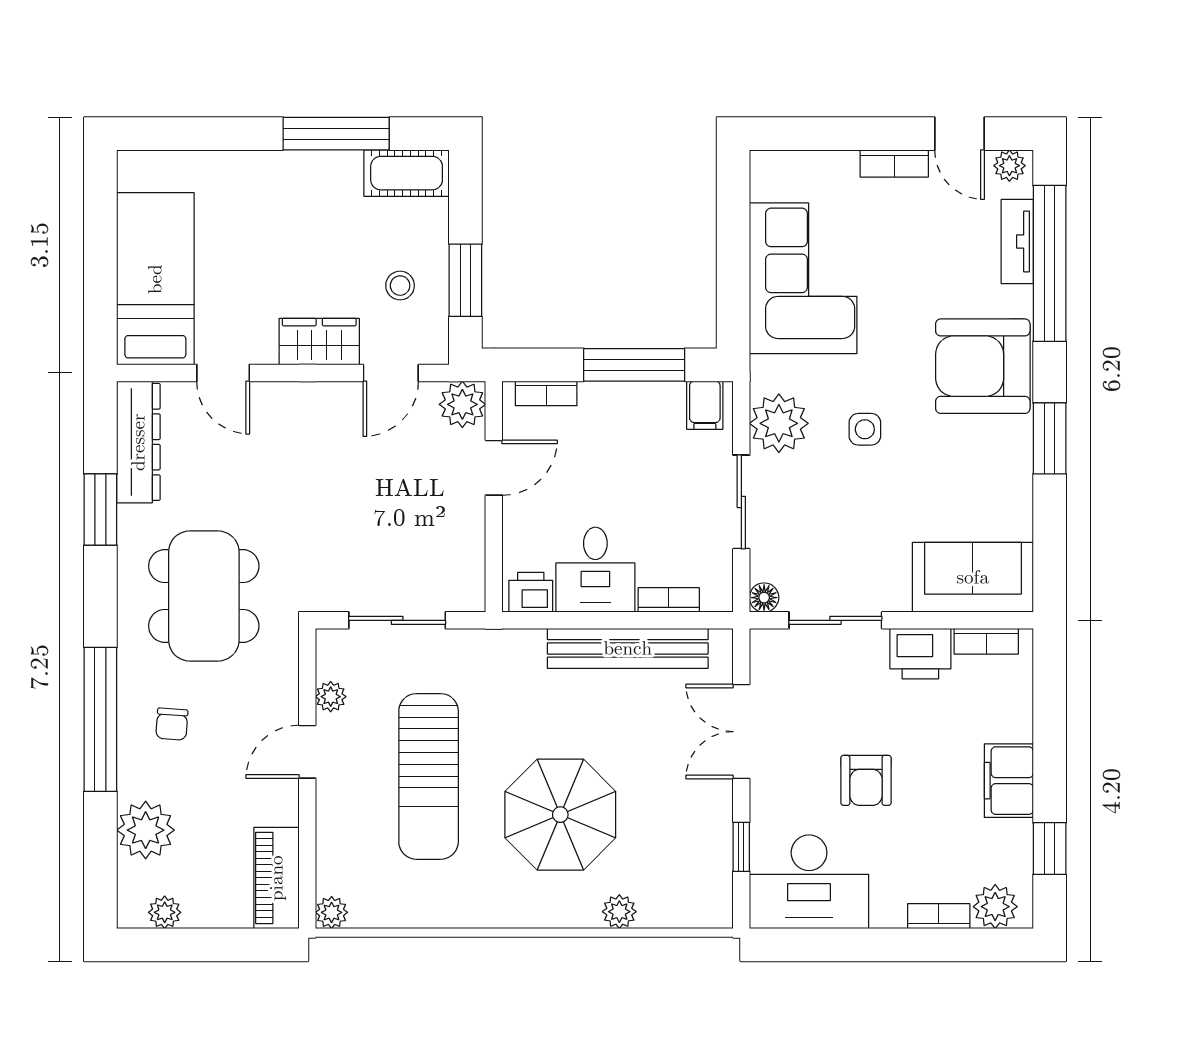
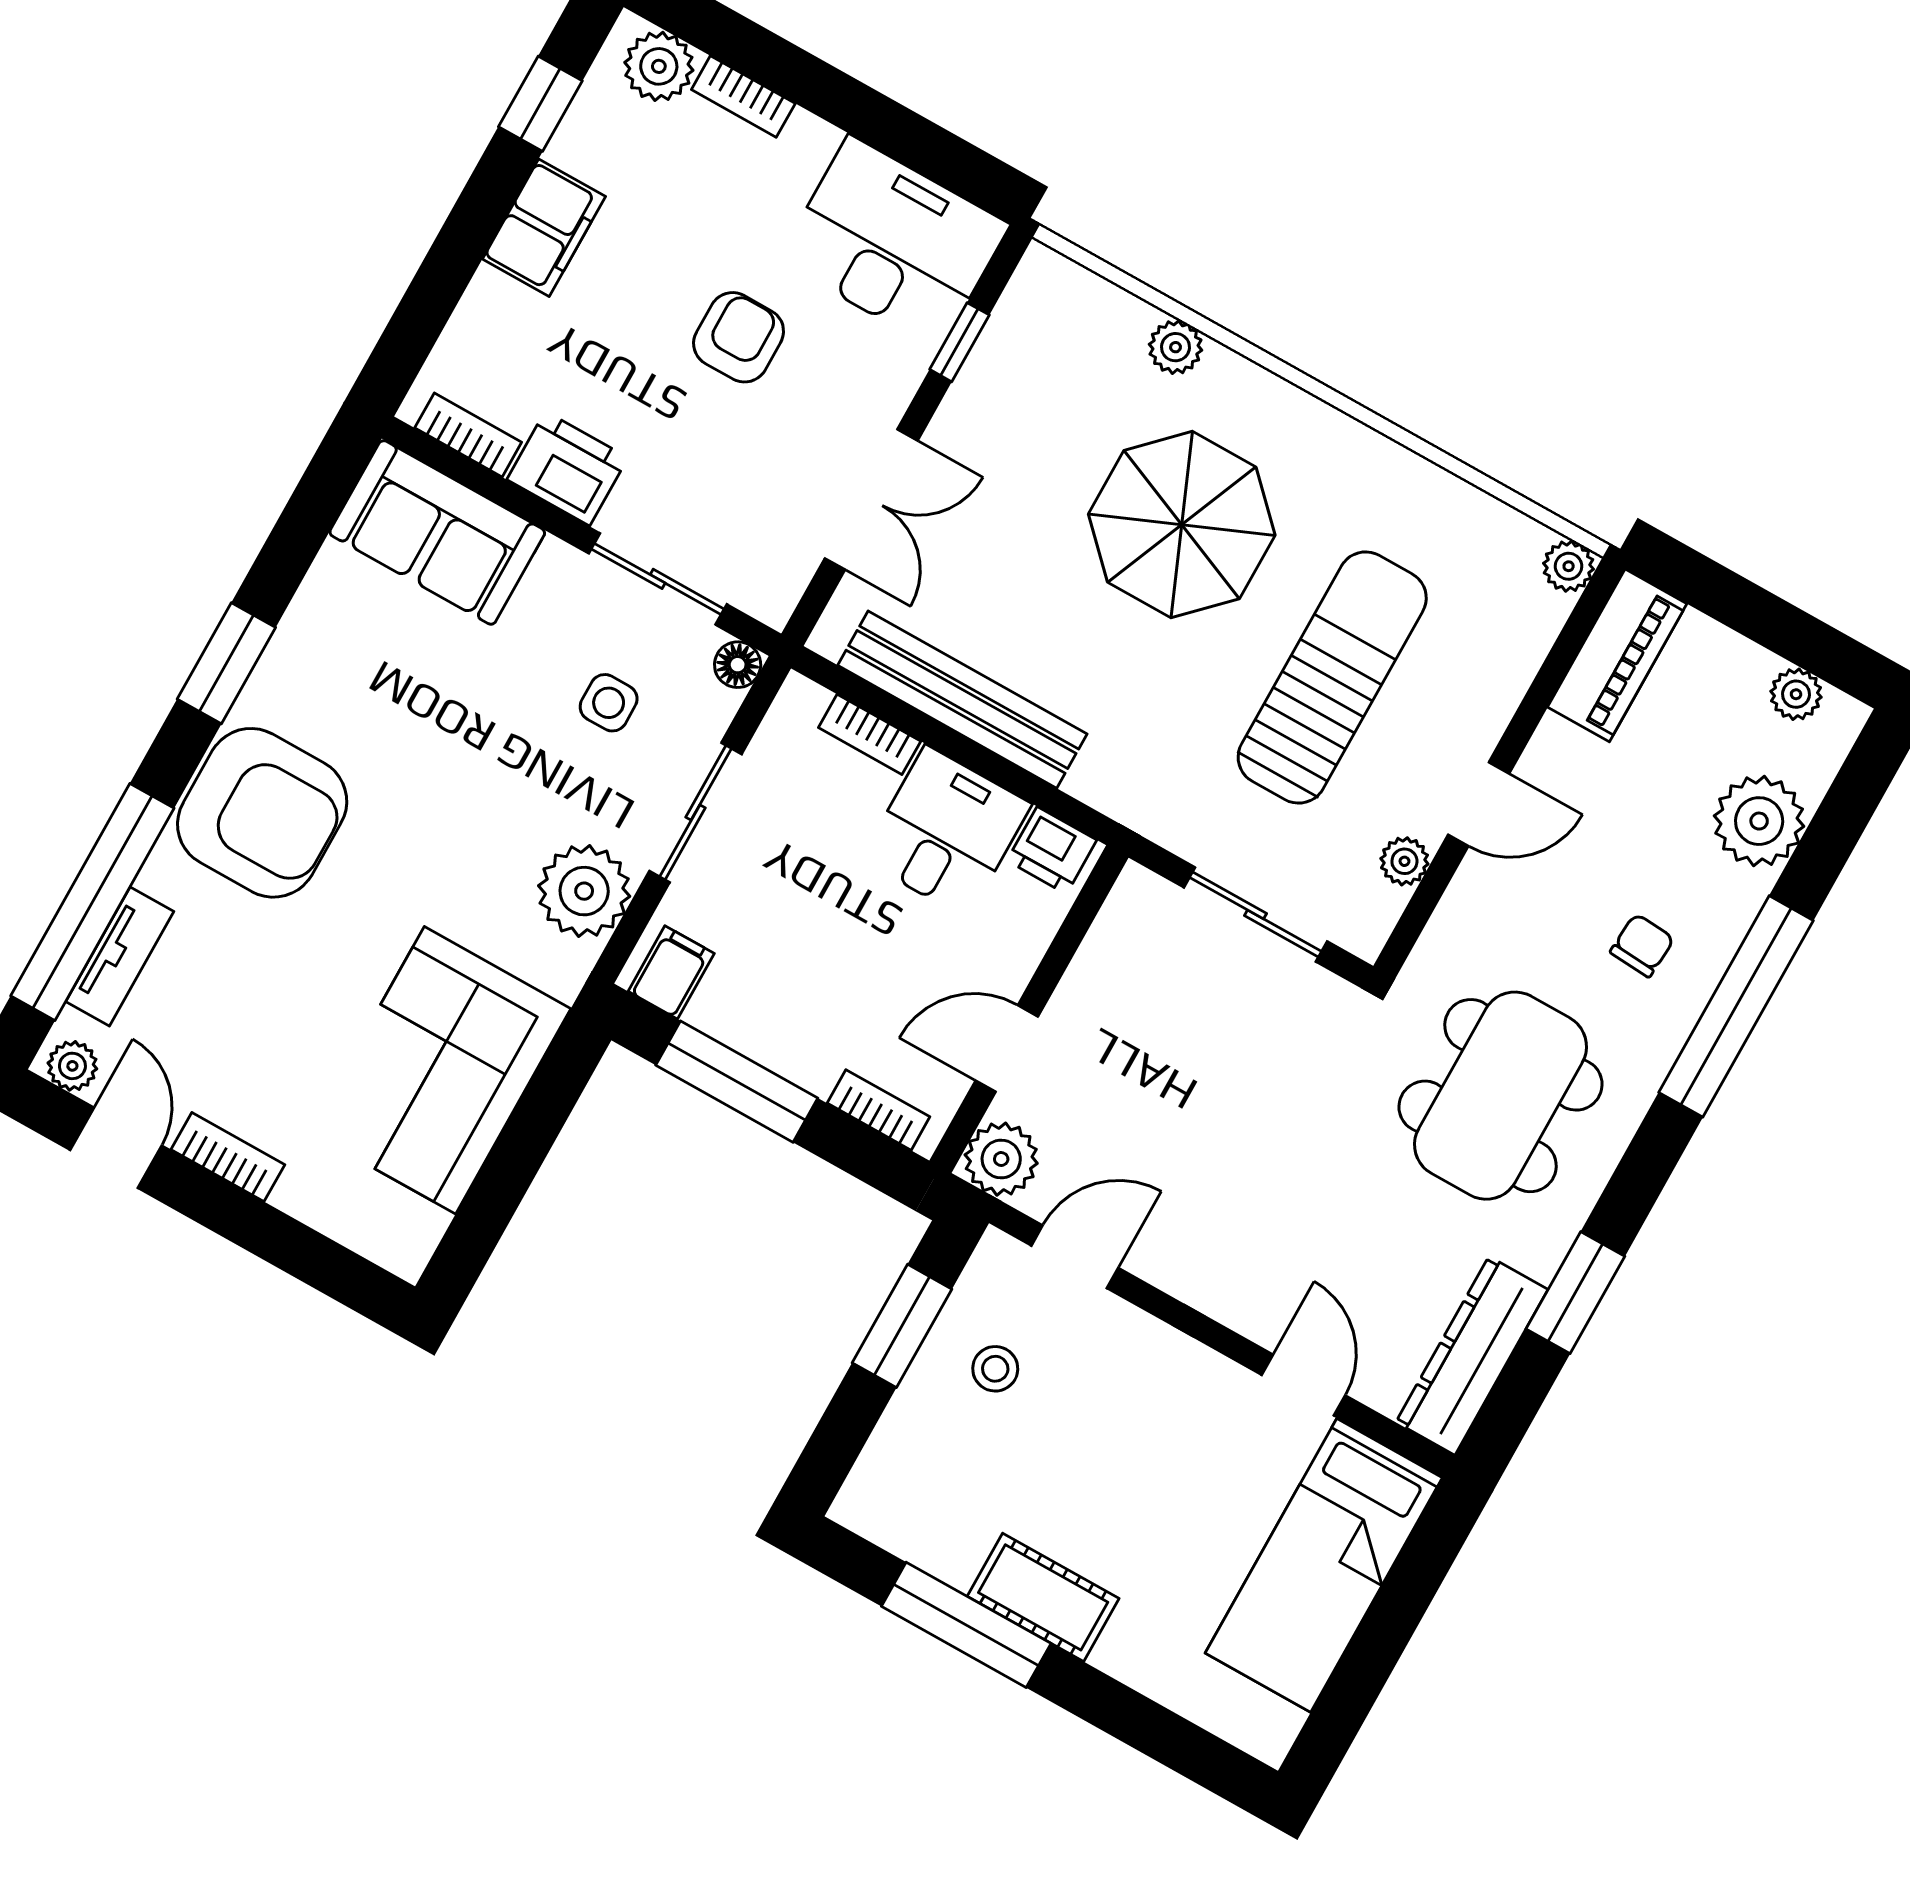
cot: (407, 173) -> (1043, 1597), moved
wardrobe: (319, 342) -> (1148, 1354), removed
side table: (865, 429) -> (609, 703), moved

